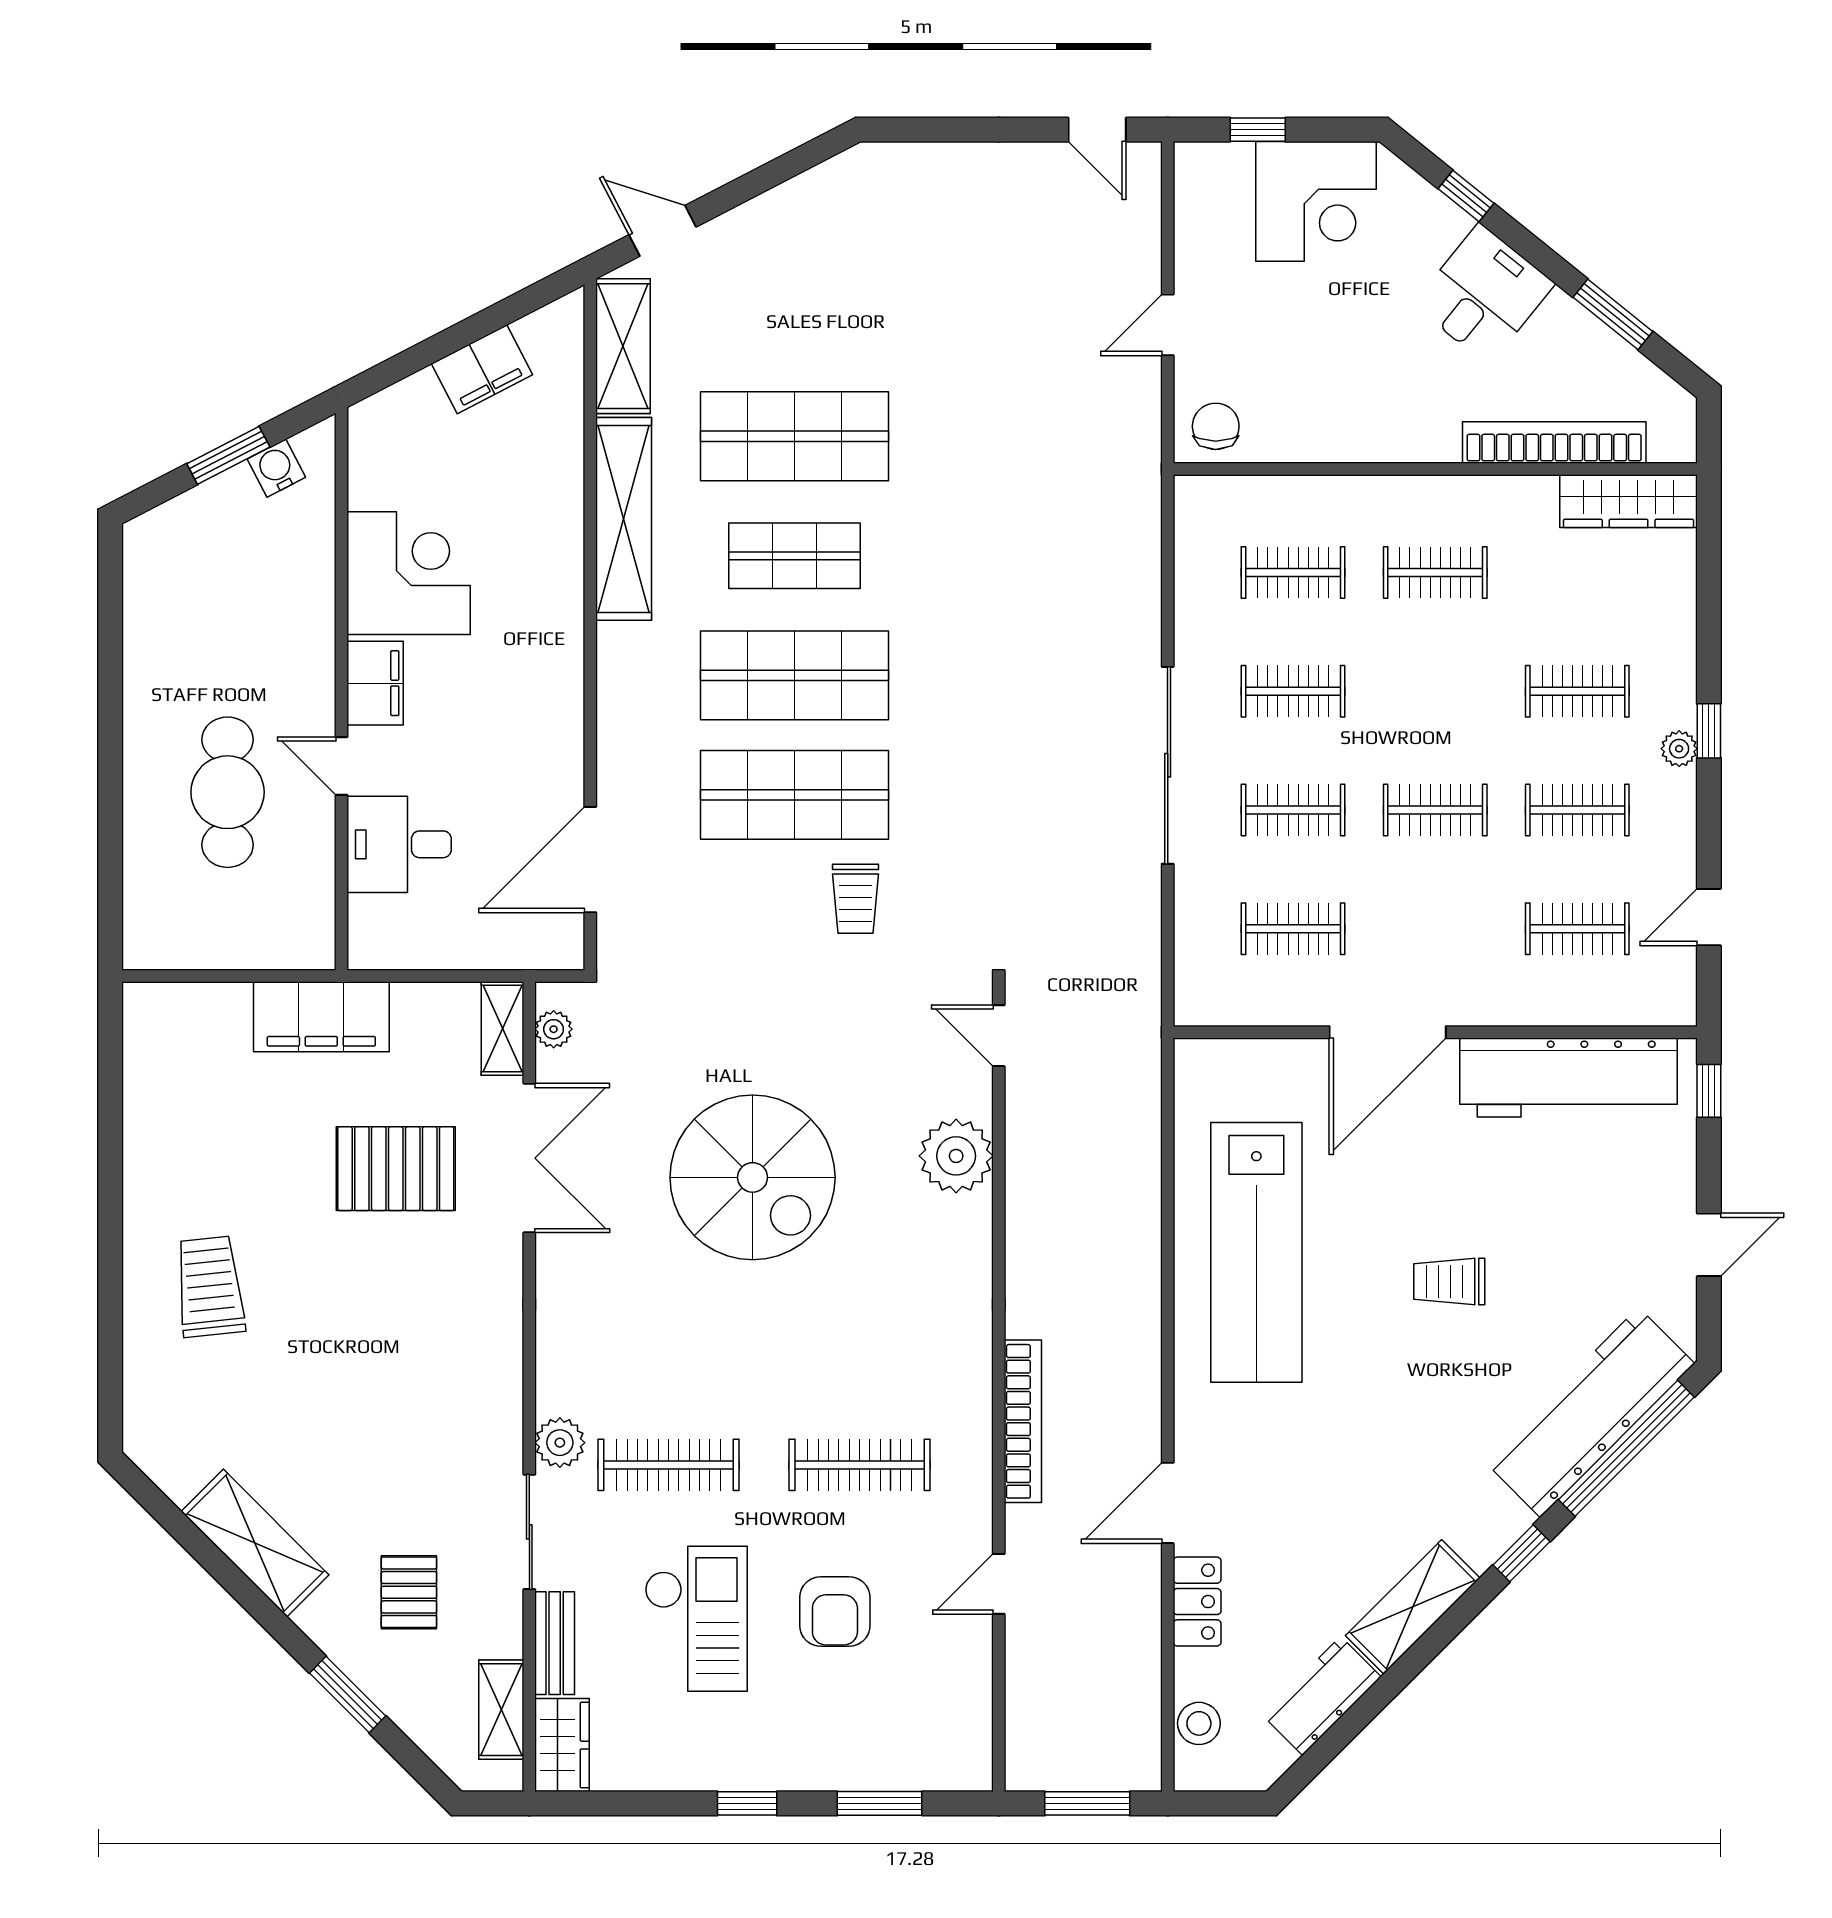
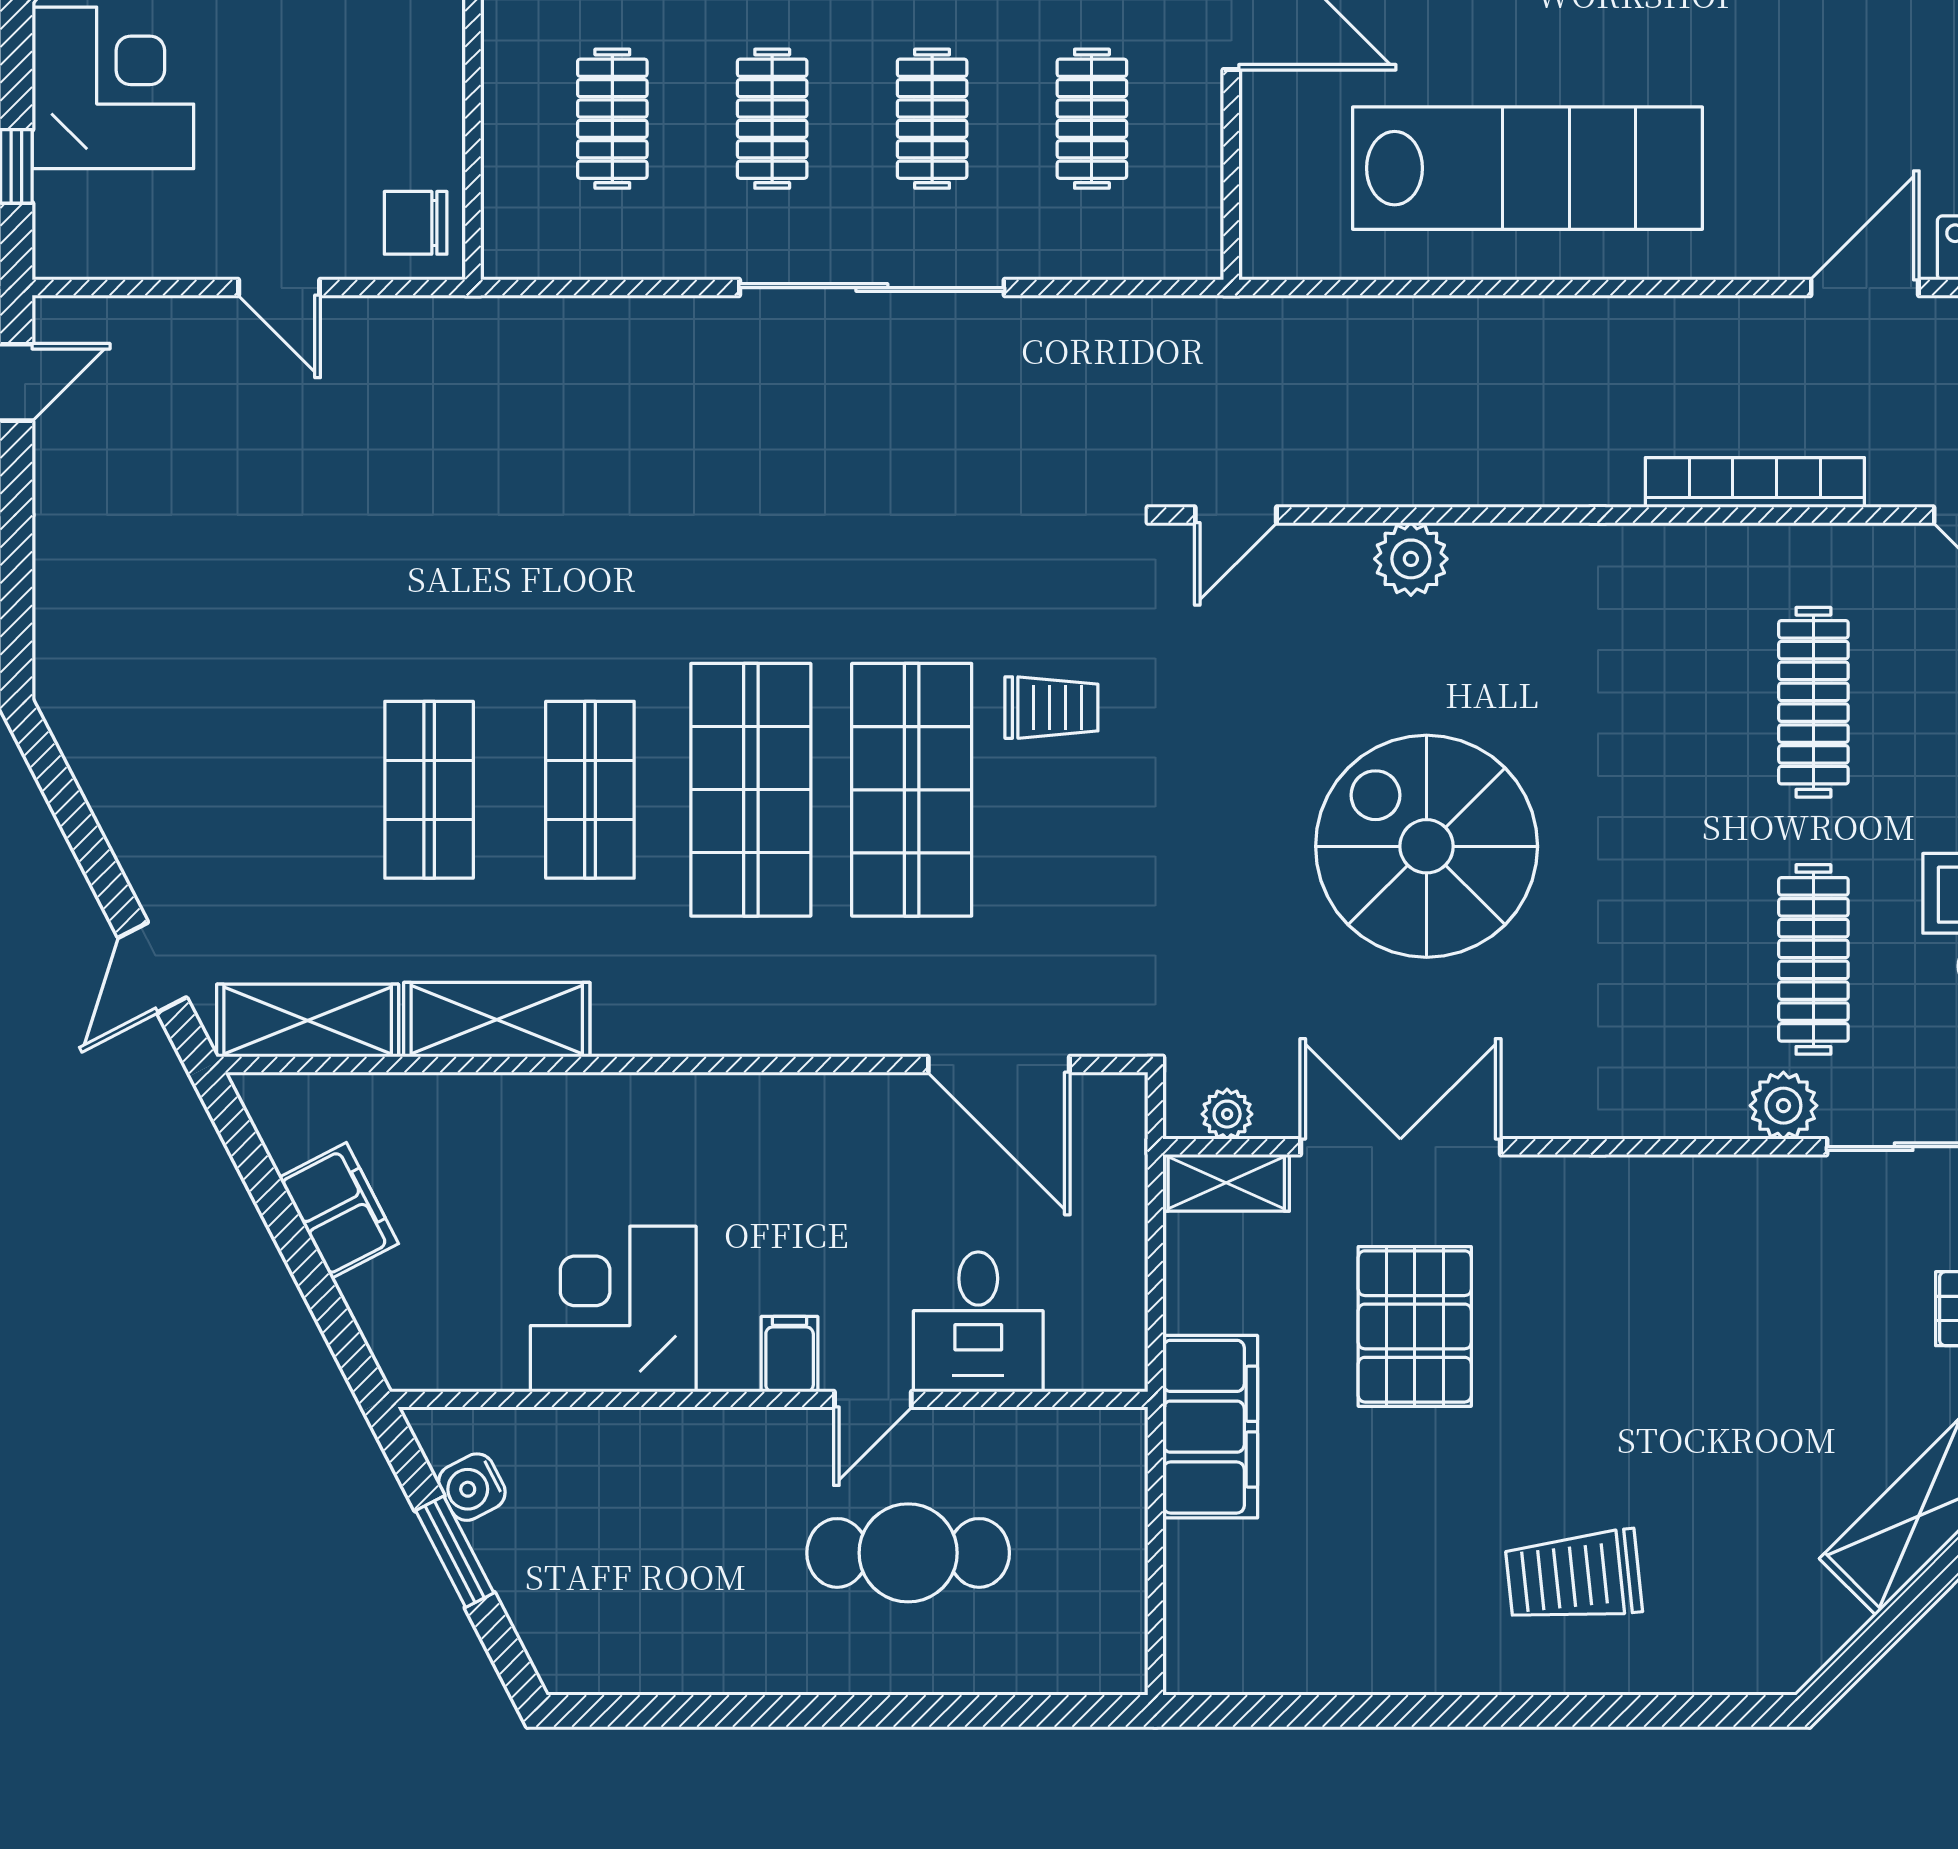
shop shelf: (795, 436) -> (429, 790), width x0.70, depth x0.74
shelving: (624, 519) -> (497, 1020), width x0.68
filing cabinet: (375, 683) -> (790, 1354), width x0.50
plant: (956, 1156) -> (1411, 559), width x0.73, depth x0.73
spiral stairs: (753, 1177) -> (1427, 846), turned -90
door: (1168, 1503) -> (1865, 288), swing flipped

